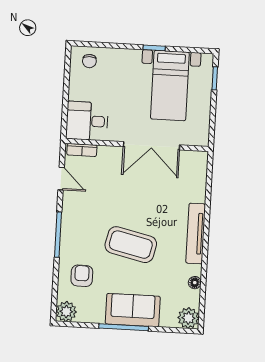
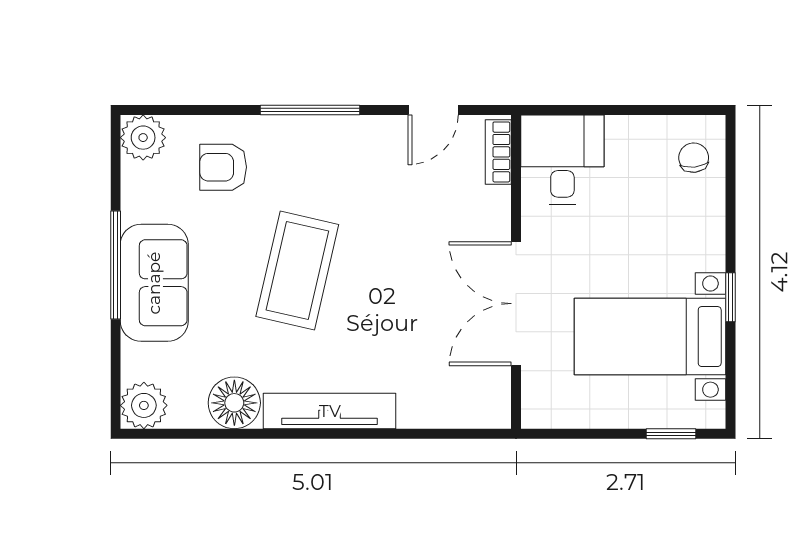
chair: (89, 61) -> (694, 158), turned 84
armchair: (82, 276) -> (223, 167), turned 180
floor lamp: (195, 283) -> (234, 403), width x1.89, depth x1.89

